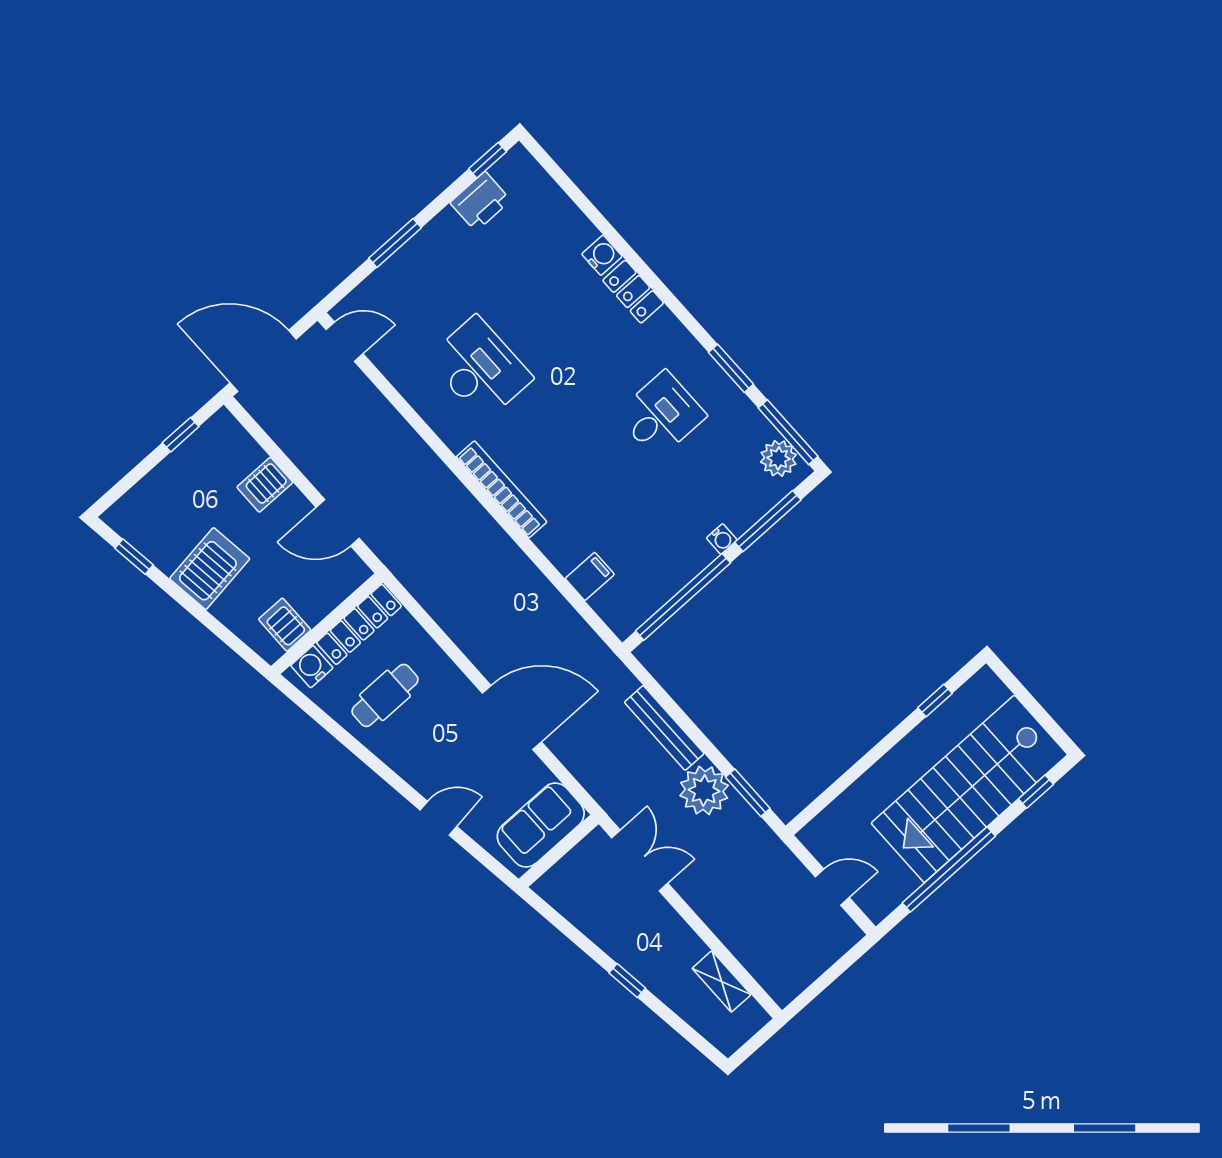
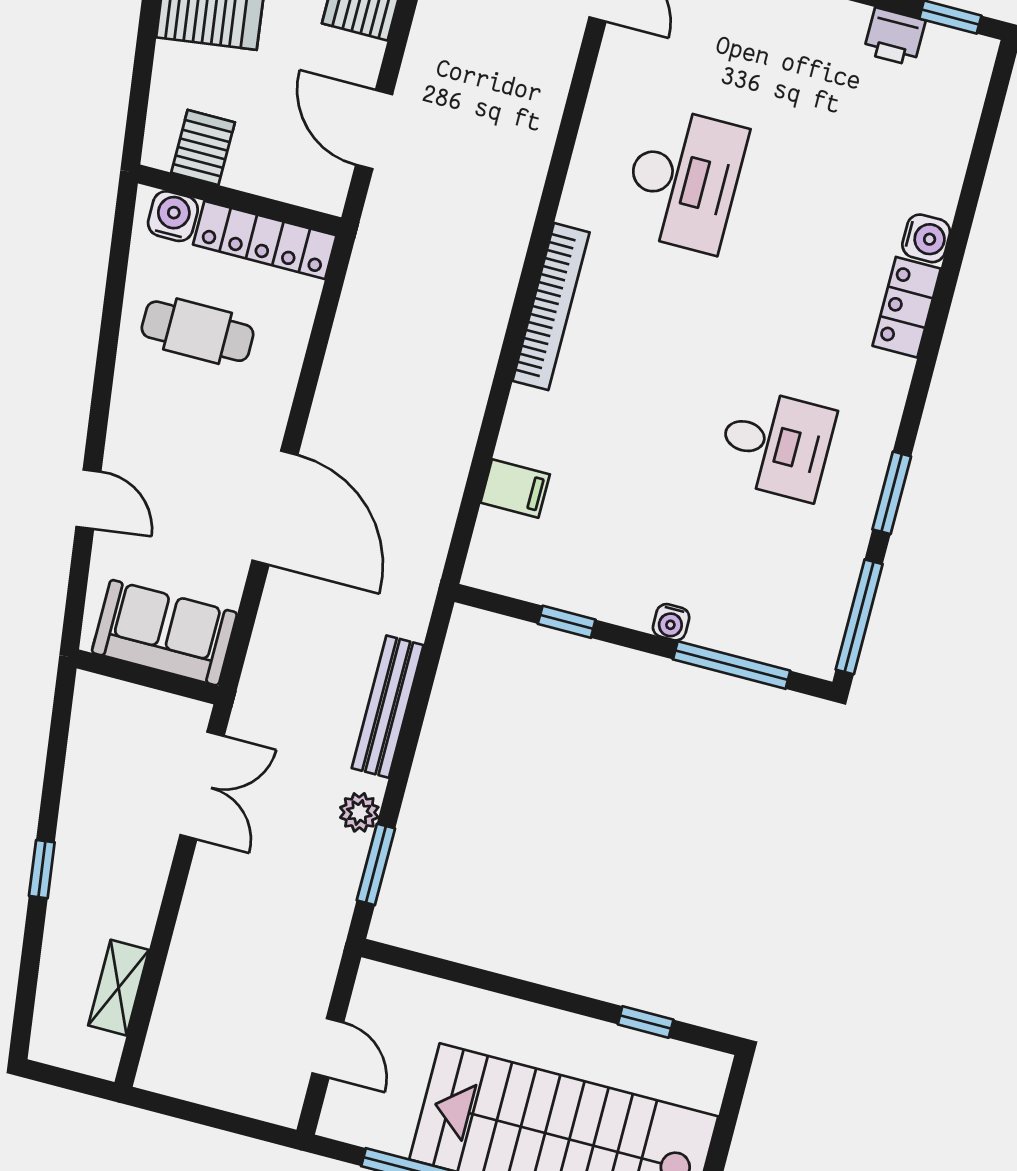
printer: (480, 201) -> (894, 37), width x0.73, depth x0.81
plant: (778, 458) -> (818, 626), removed
window: (683, 597) -> (567, 622), width x0.32
plant: (704, 790) -> (359, 812), width x0.53, depth x0.53

